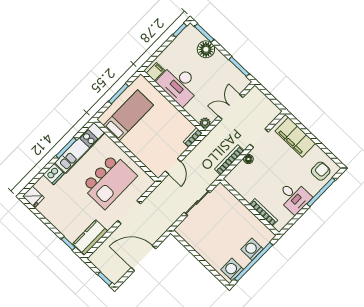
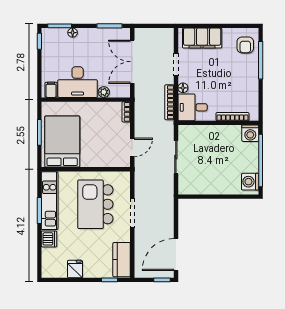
floor lamp: (206, 49) -> (73, 33), width x0.53, depth x0.53
double door: (231, 107) -> (132, 62), width x1.37
bed: (128, 115) -> (62, 142), width x1.50
plant: (205, 123) -> (104, 92), moved
door: (173, 166) -> (132, 147), hinge flipped
armchair: (321, 171) -> (245, 45), turned 180
kitchen island: (109, 181) -> (95, 204), turned 180
fridge: (33, 197) -> (75, 269), moved, turned -90
desk: (294, 197) -> (193, 107), moved, turned 180
washing machine: (252, 249) -> (250, 133), moved, turned -90
door: (143, 258) -> (176, 255), moved

